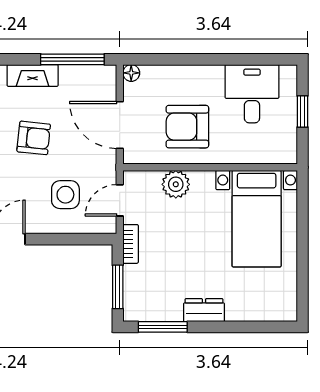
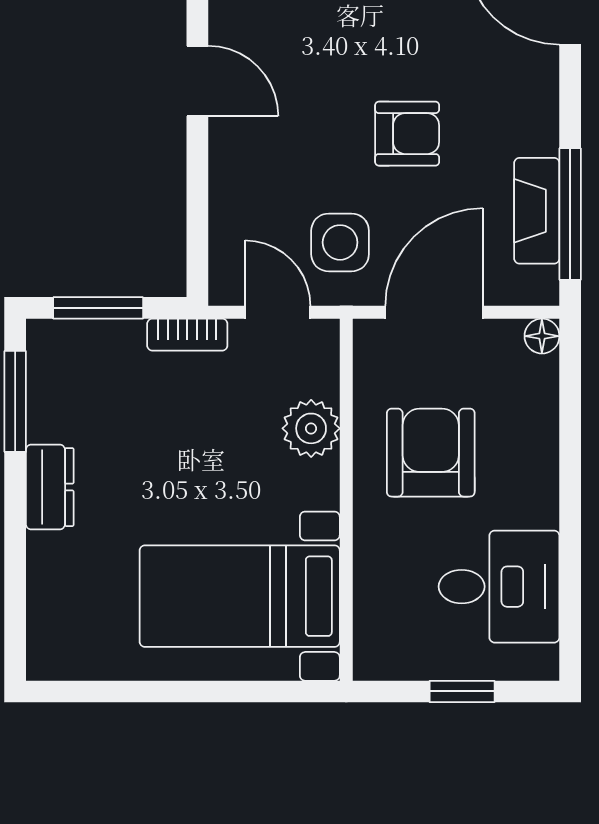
fireplace: (33, 75) -> (537, 211), moved
armchair: (34, 138) -> (407, 134), turned -96
side table: (65, 195) -> (340, 242), moved

